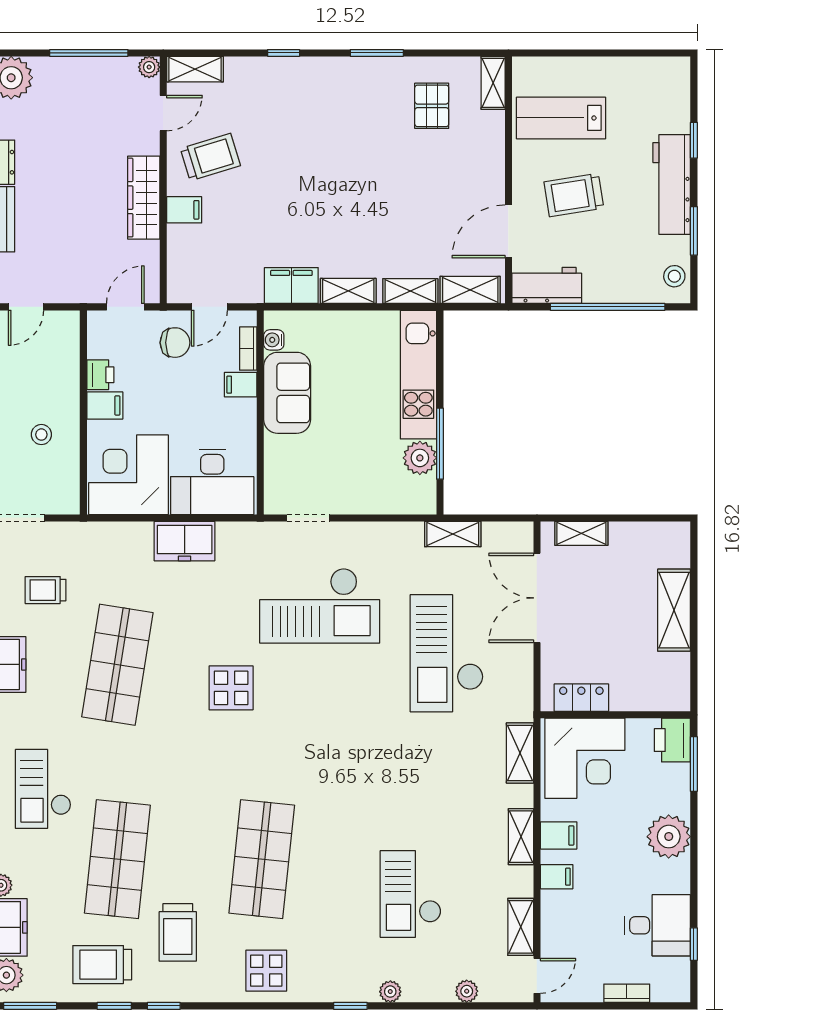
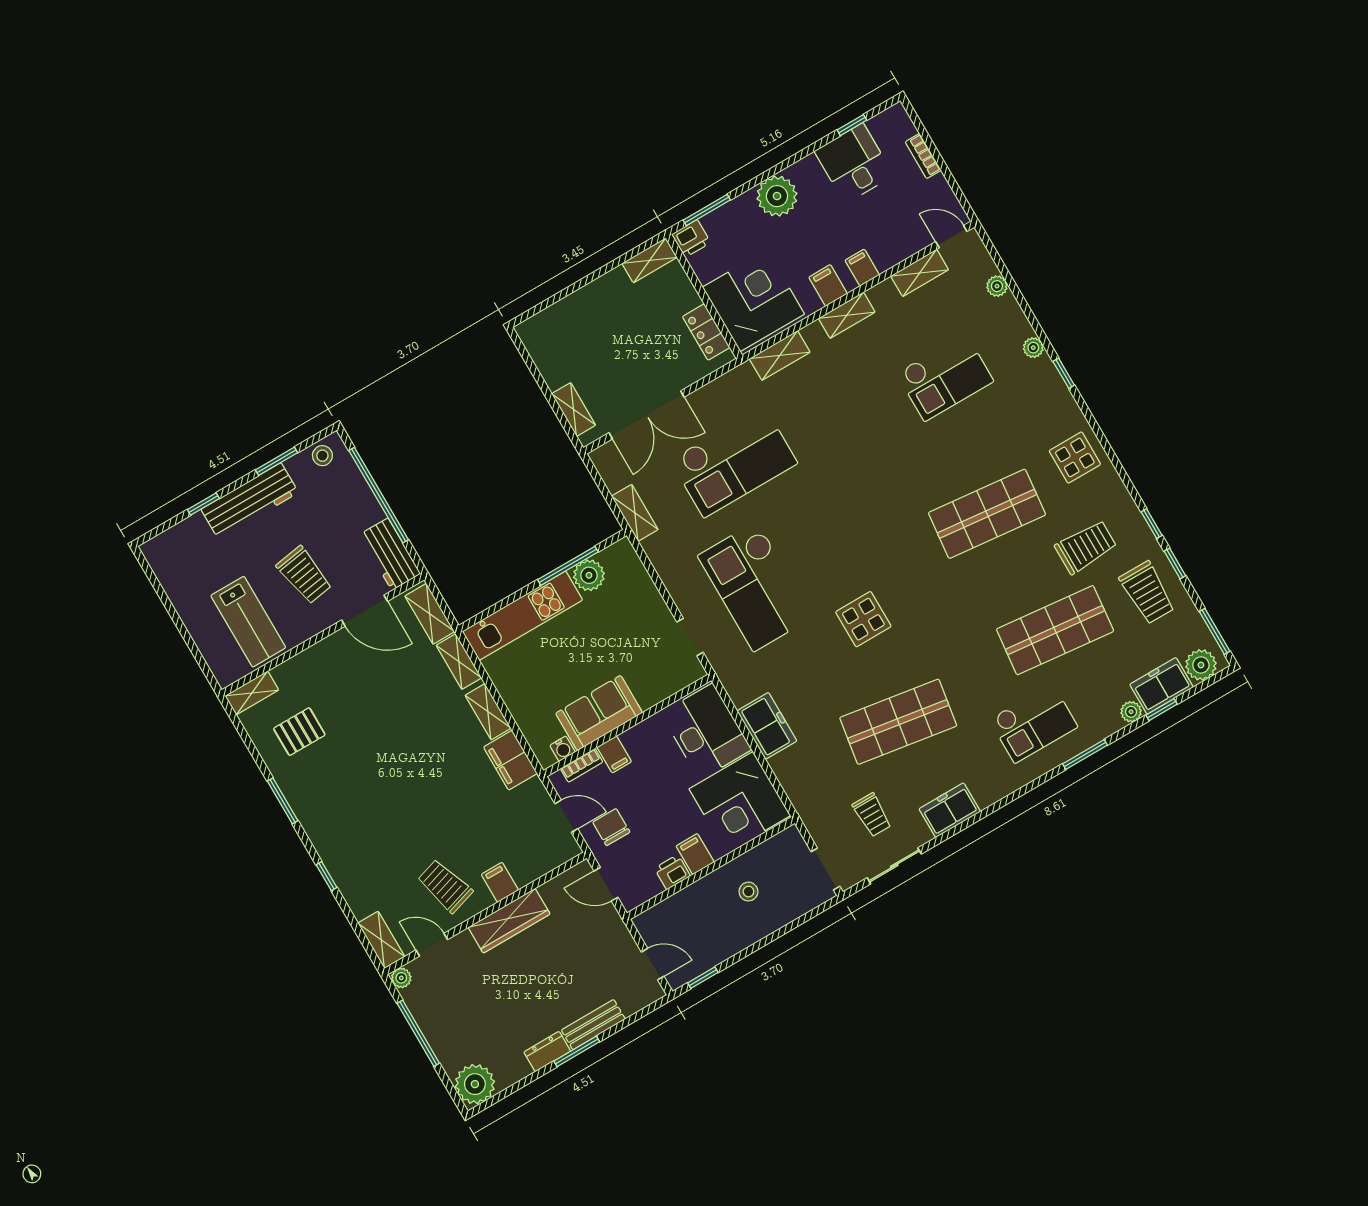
checkout: (320, 606) -> (755, 586), turned 180
shelving: (674, 610) -> (650, 260), moved, width x0.67, depth x0.75
printer: (672, 740) -> (691, 238), width x0.73, depth x0.81

